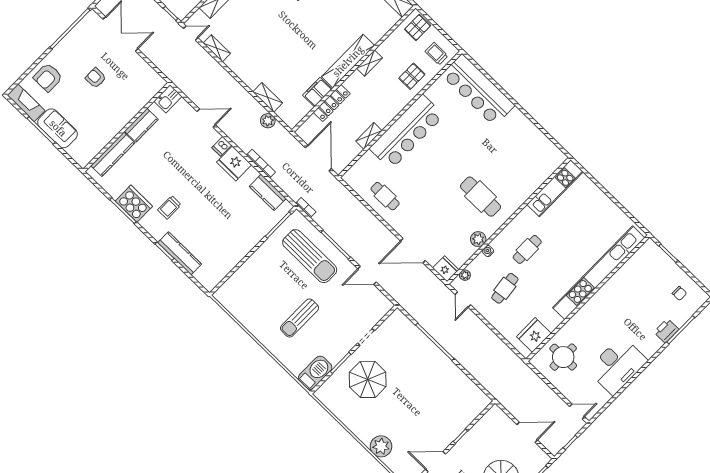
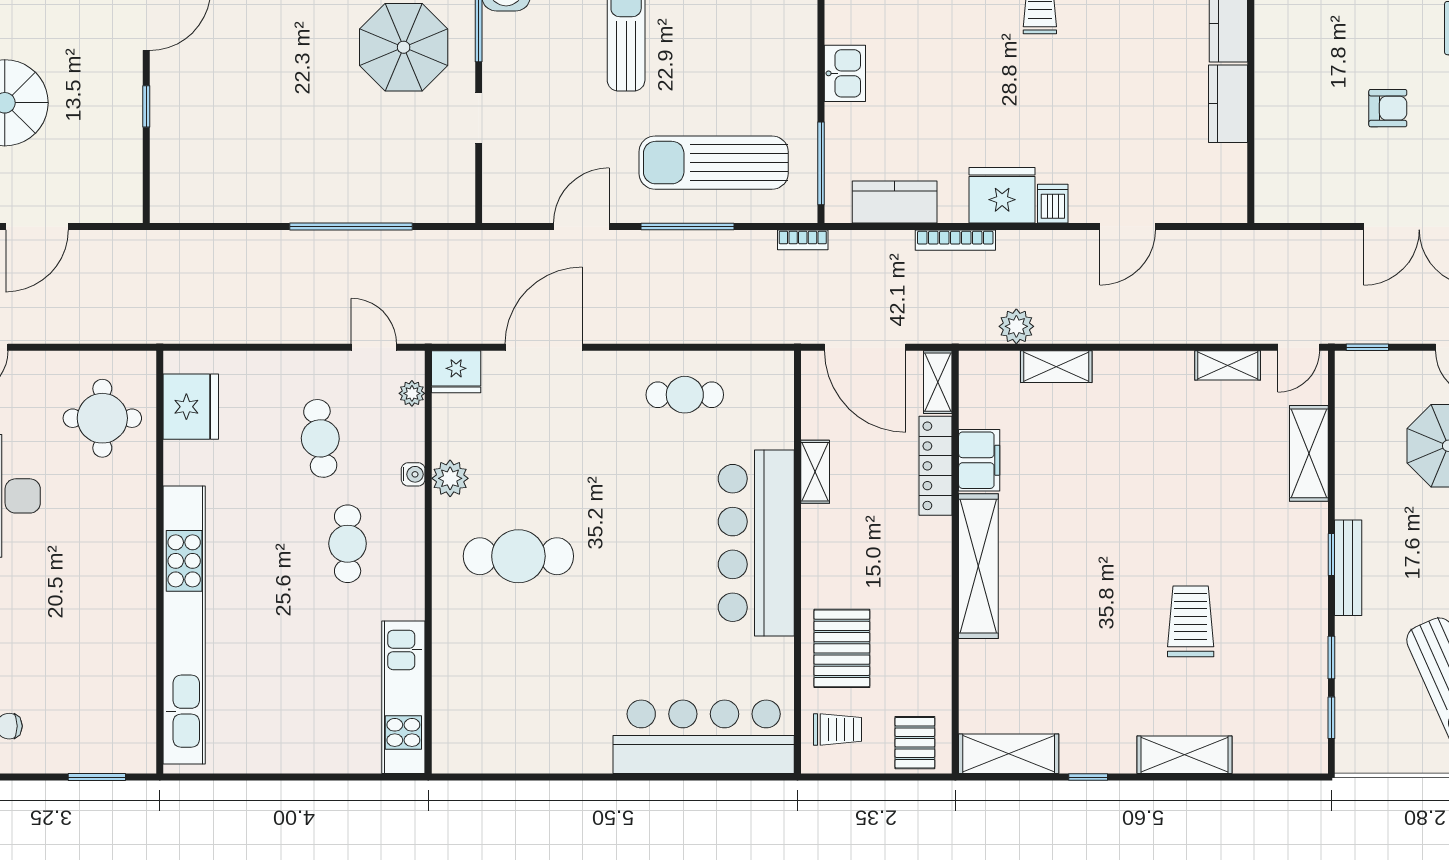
shelving: (369, 63) -> (938, 382), moved
pallet: (412, 76) -> (842, 648), width x1.50, depth x1.42
kitchen sink: (168, 99) -> (845, 73), moved, turned 180

